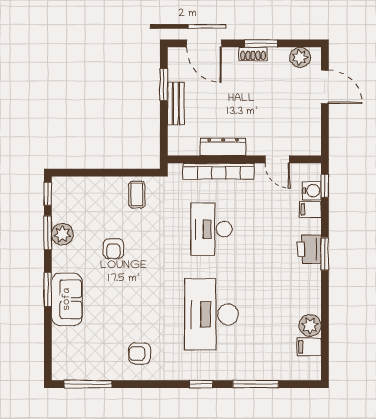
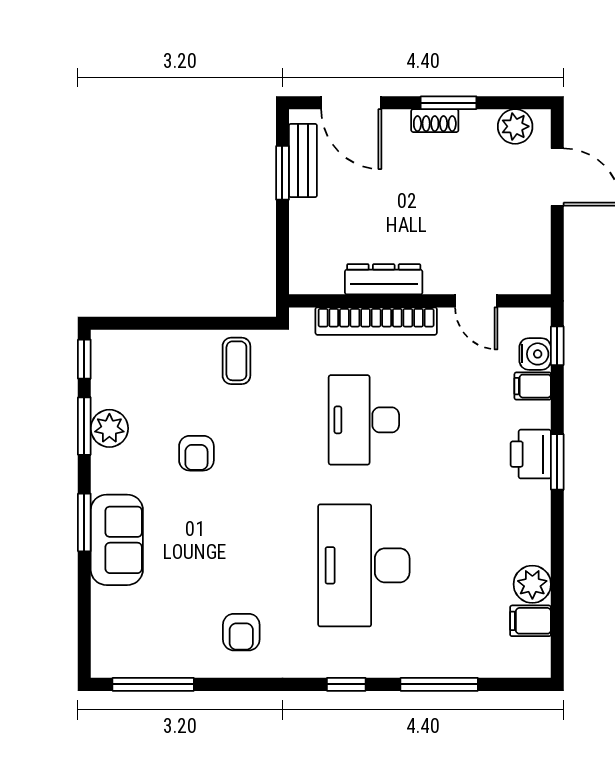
bench: (176, 104) -> (303, 161), moved
armchair: (140, 353) -> (241, 632), turned -90

